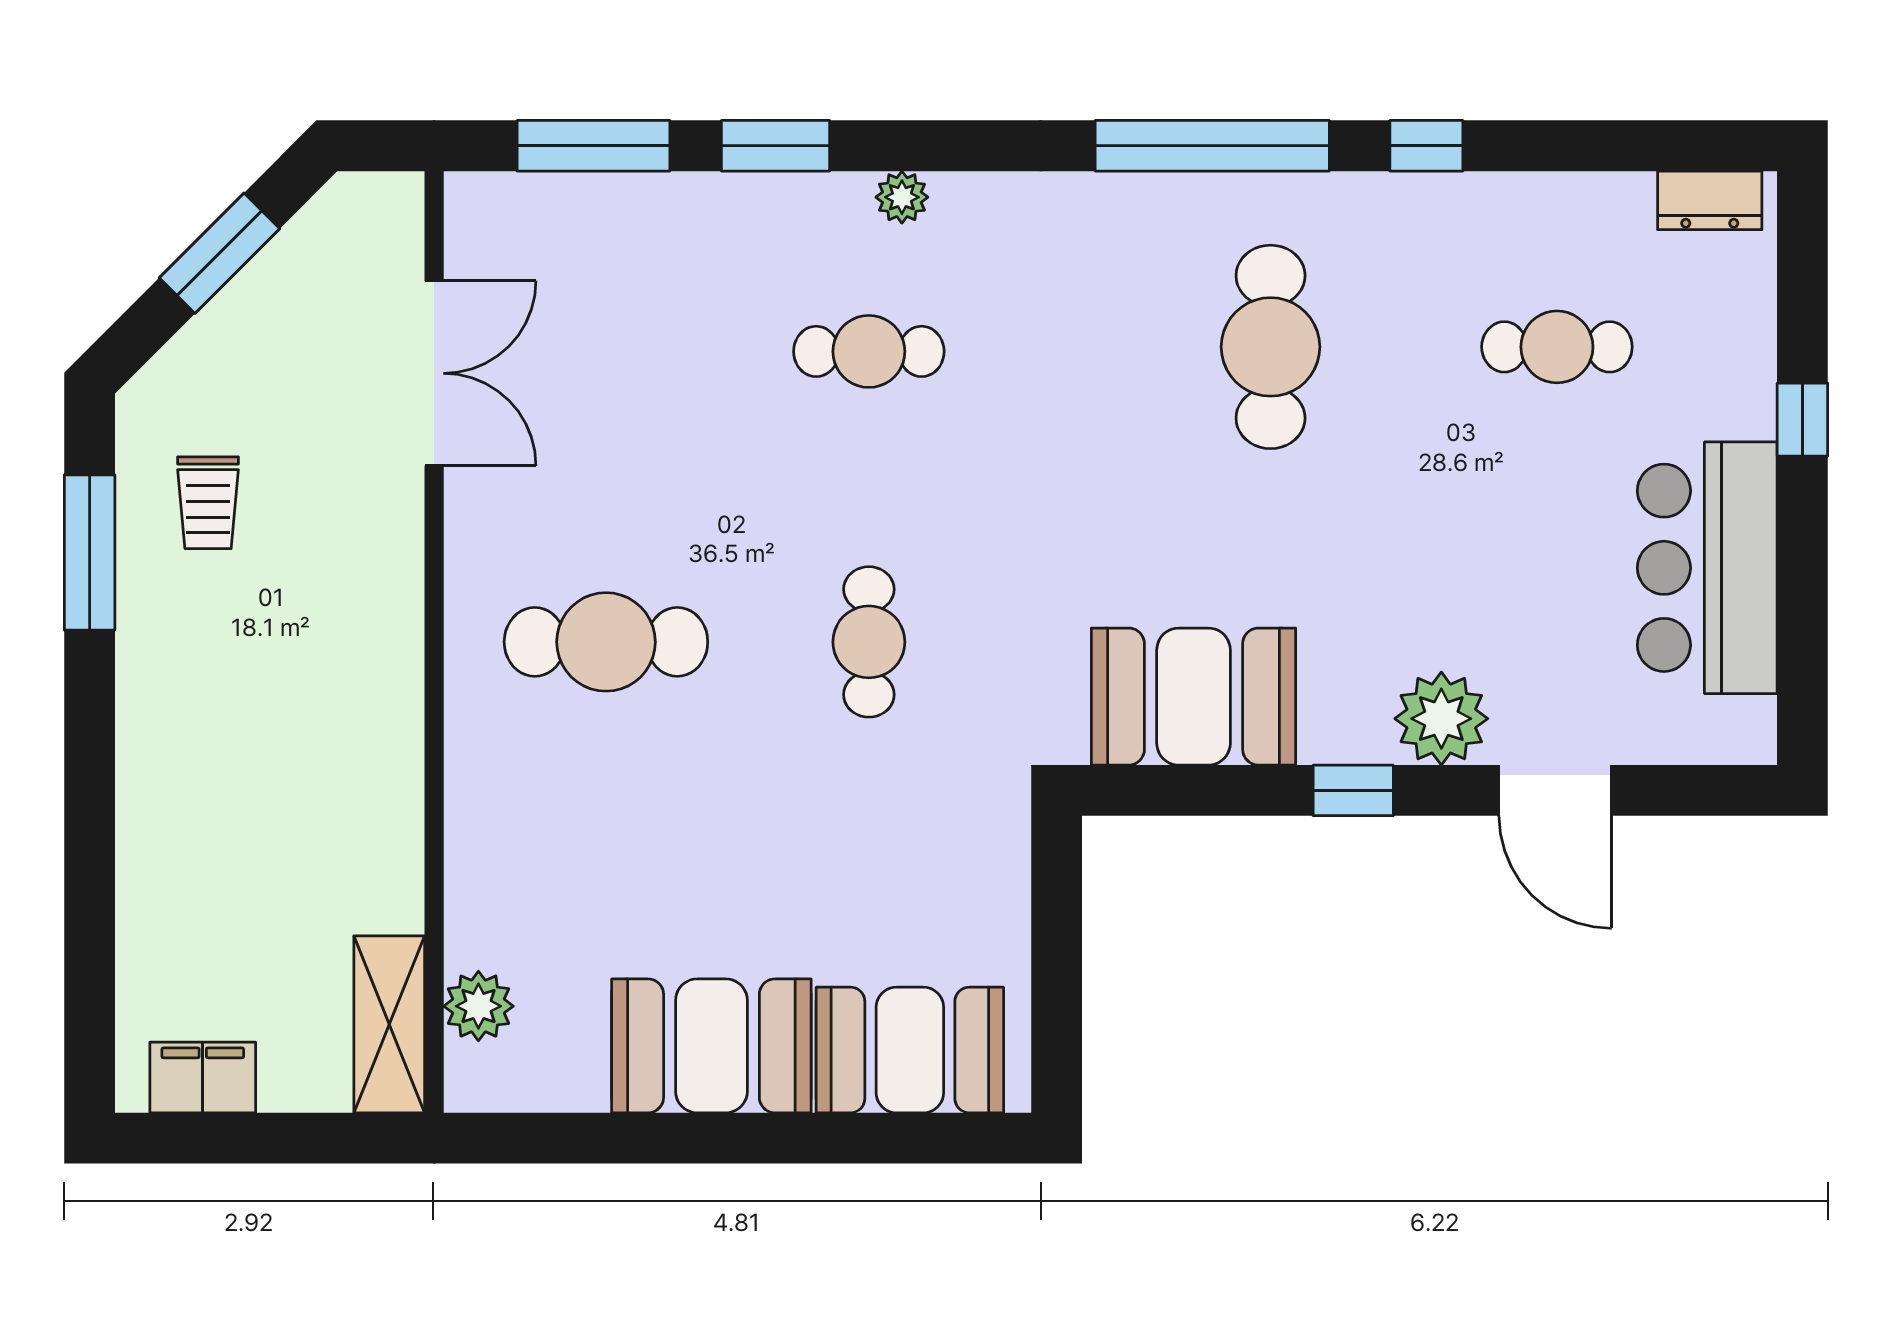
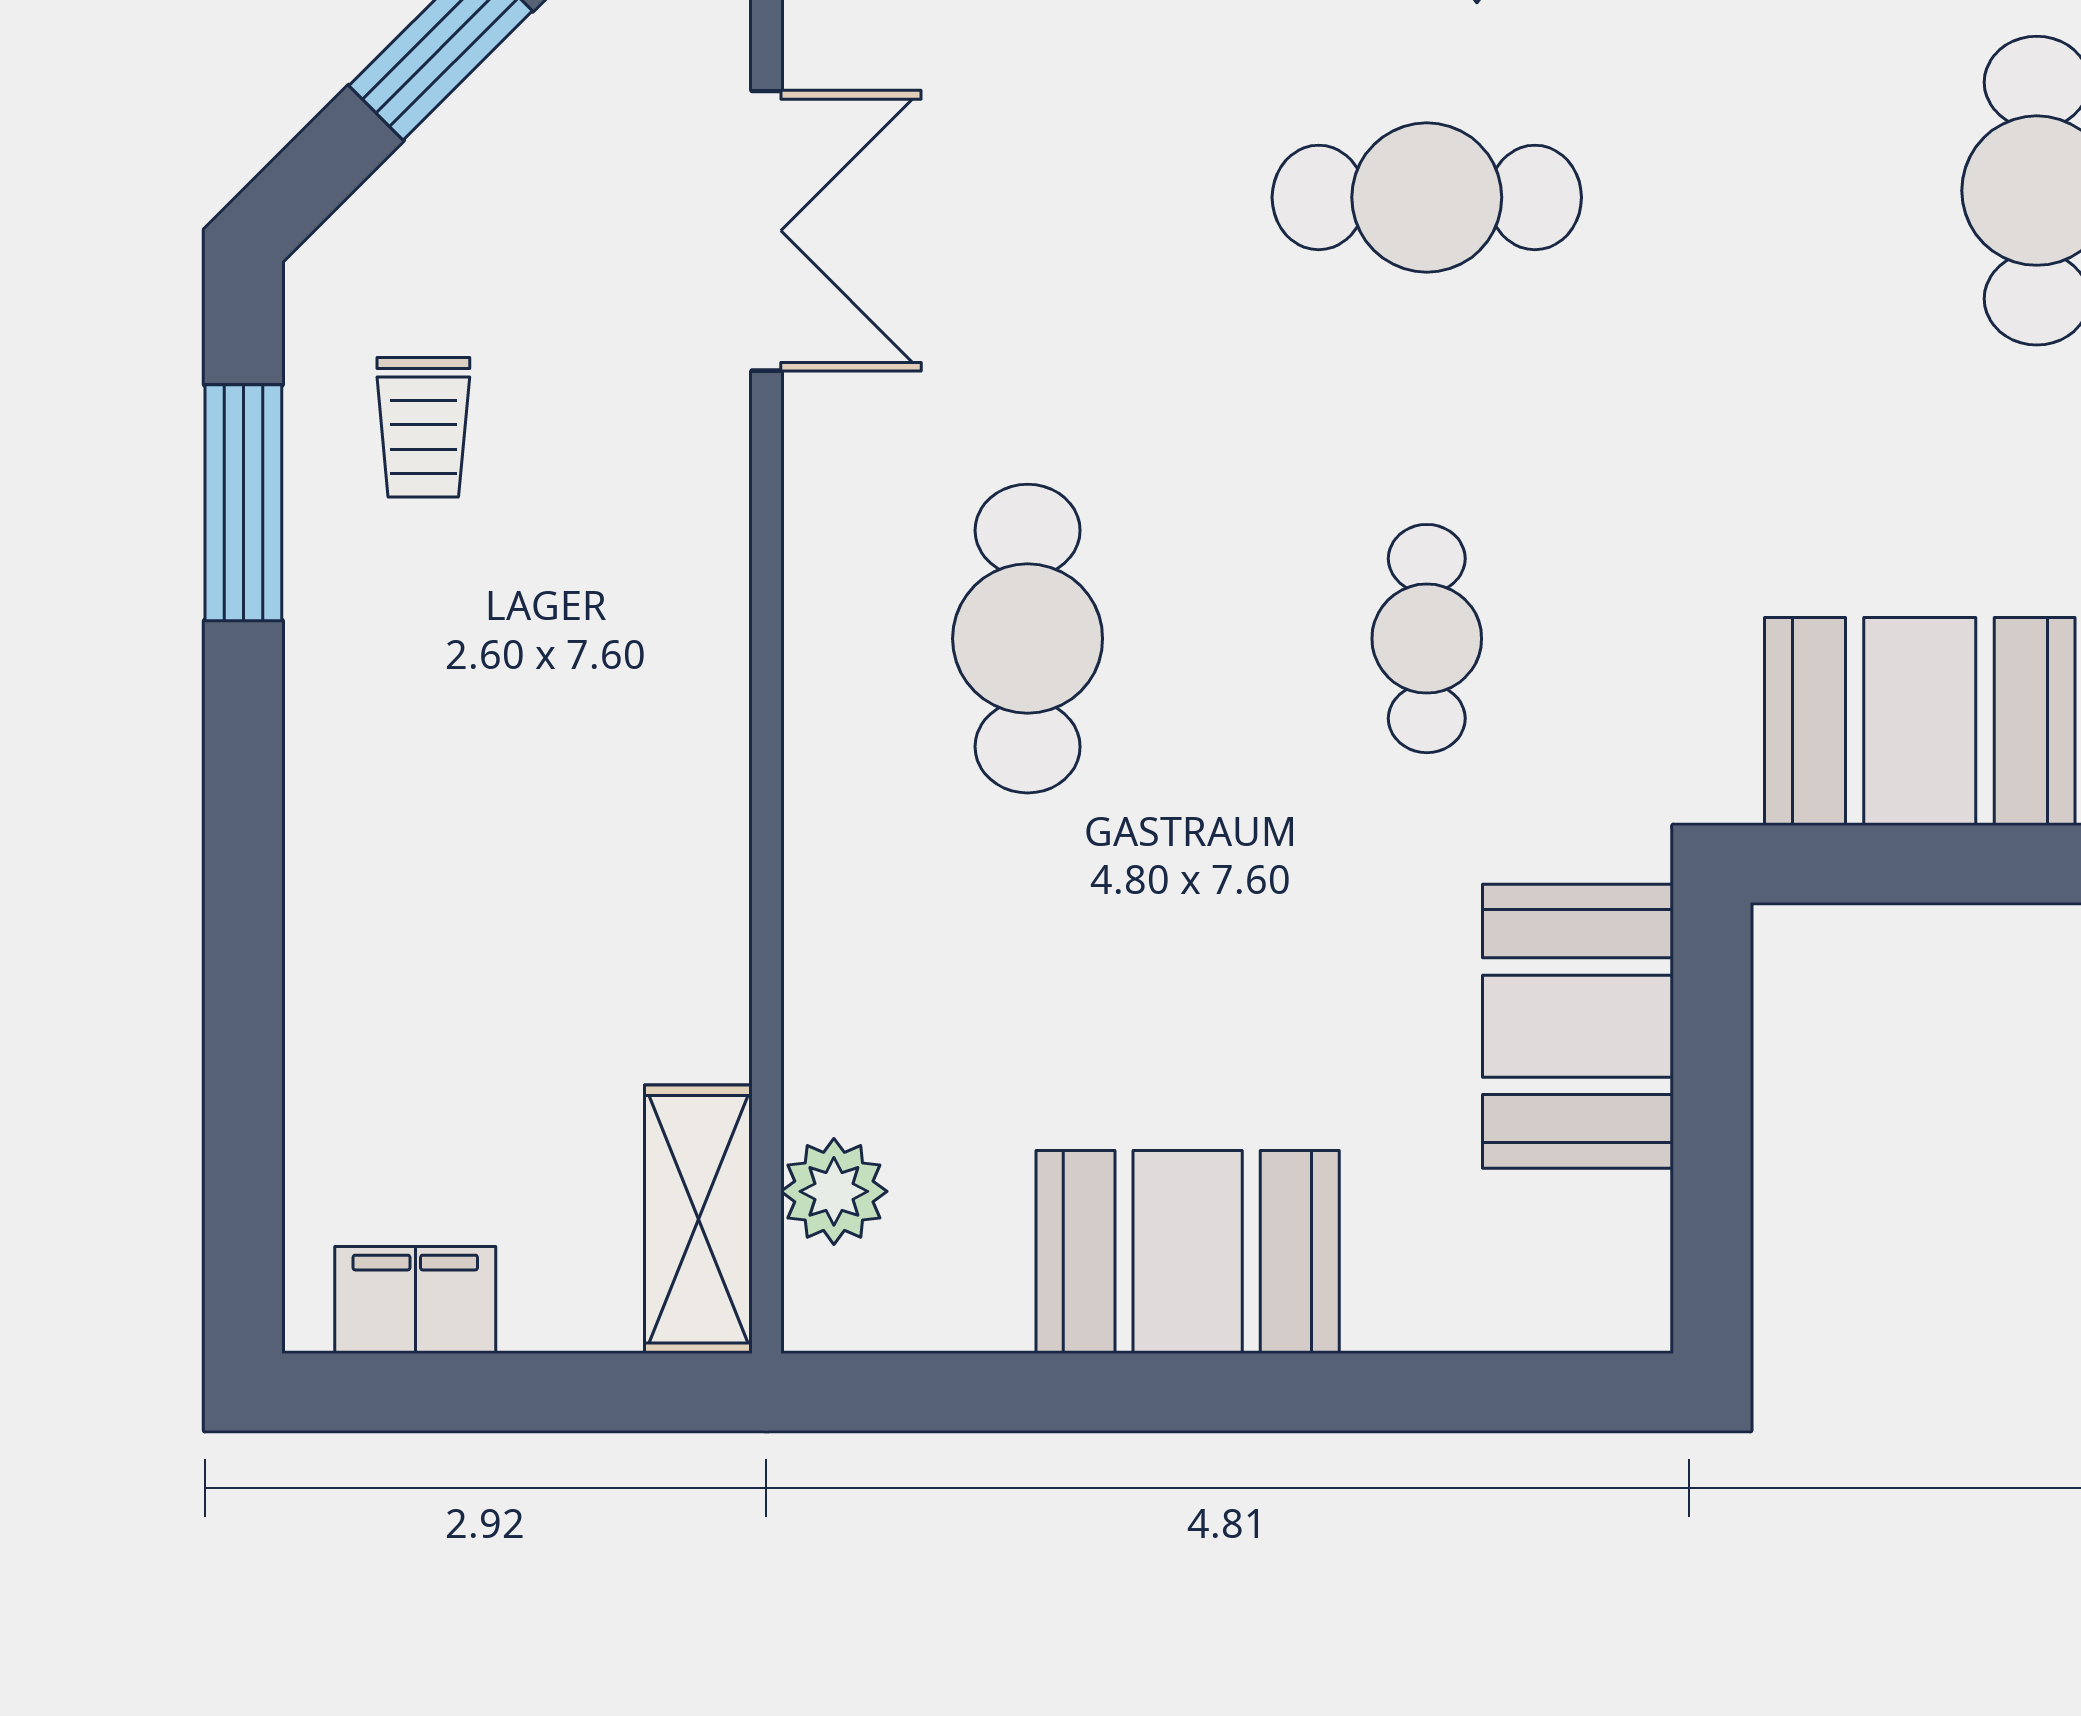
cafe table: (869, 351) -> (1427, 197), width x1.37, depth x1.35
cafe table: (606, 642) -> (1028, 639), turned 90
booth: (910, 1050) -> (1578, 1026), moved, turned 90

